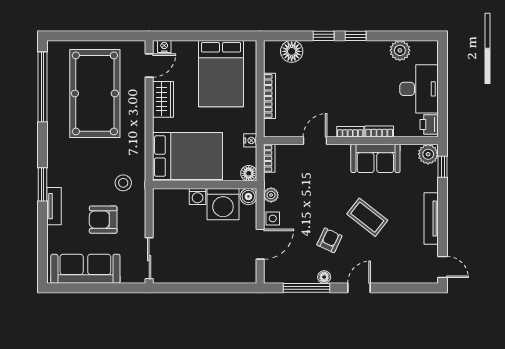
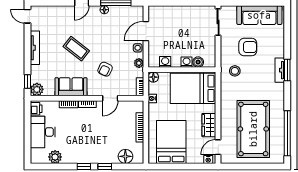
boiler: (248, 196) -> (198, 62), moved
washing machine: (223, 204) -> (165, 62), width x0.53, depth x0.53
tv unit: (54, 206) -> (280, 70), moved
armchair: (329, 240) -> (105, 69), moved

